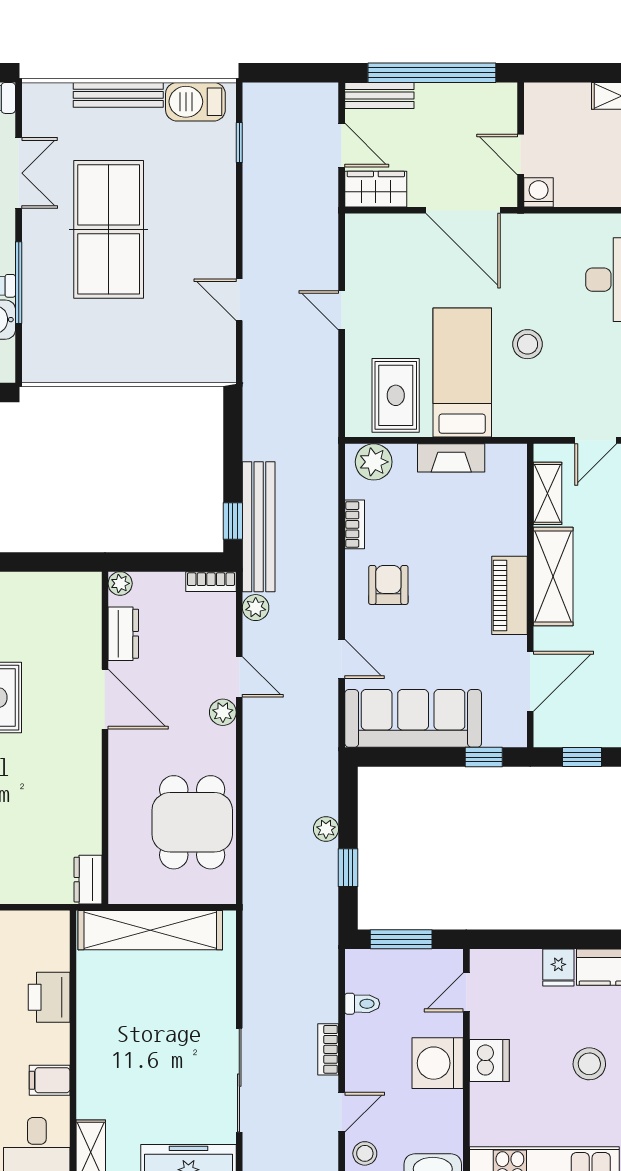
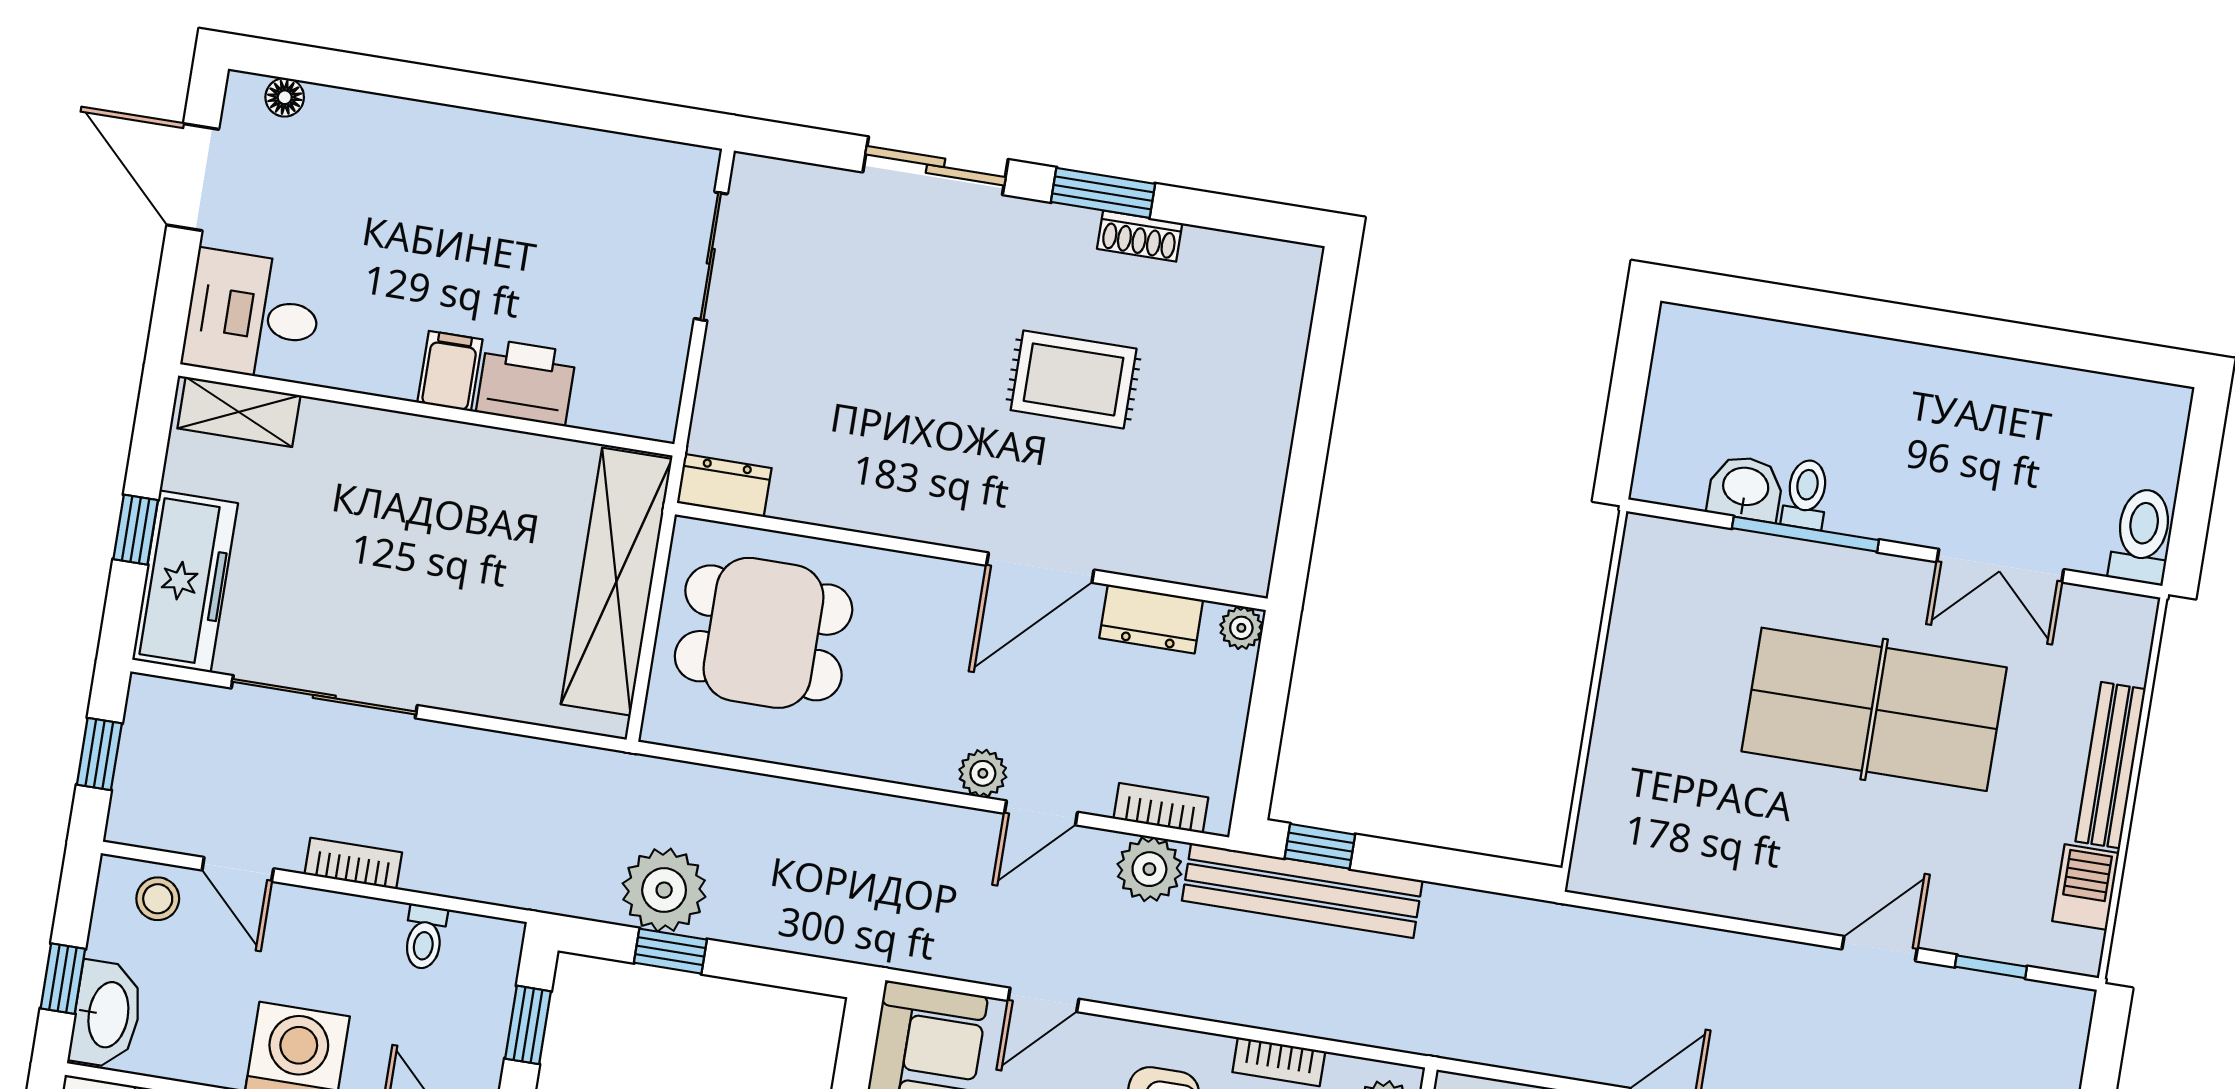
barbecue: (195, 102) -> (2086, 887), width x0.73, depth x0.79
door: (239, 300) -> (1880, 949), moved
bookcase: (211, 582) -> (1161, 808), moved, turned 90
plant: (256, 608) -> (1149, 869), width x1.38, depth x1.38
dining table: (192, 822) -> (764, 633), moved
plant: (326, 829) -> (664, 890), moved, width x1.88, depth x1.88
window: (401, 939) -> (528, 1025), width x0.67
filing cabinet: (50, 1080) -> (450, 371), moved

